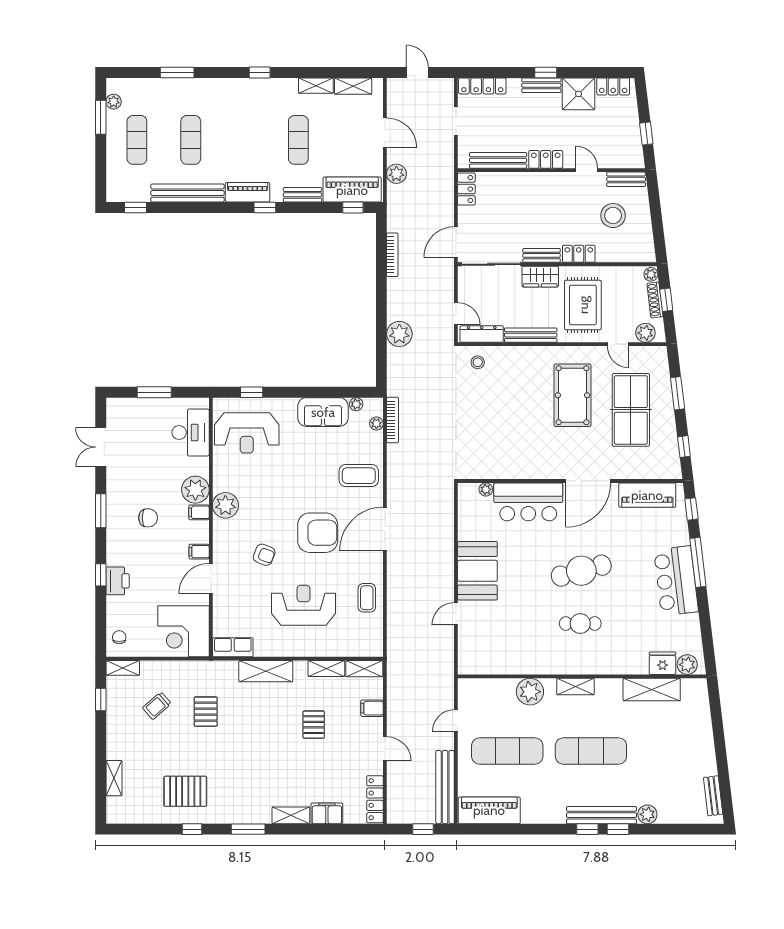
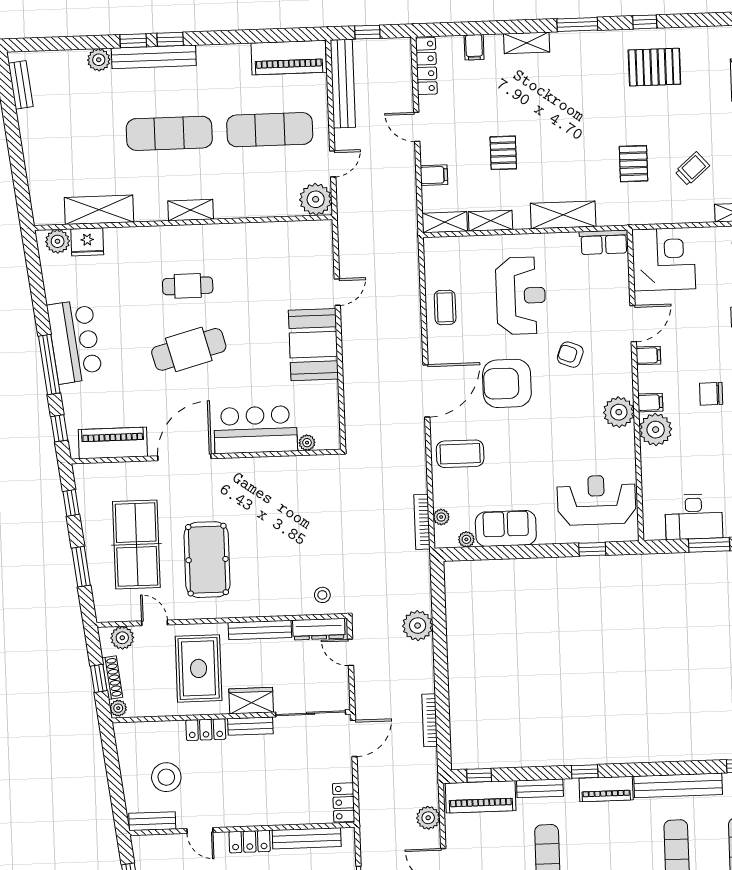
desk: (191, 433) -> (694, 517), moved, turned -90
reception desk: (303, 605) -> (521, 296), turned -90
plant: (530, 692) -> (316, 199), moved
filing cabinet: (327, 813) -> (474, 47), width x0.50

